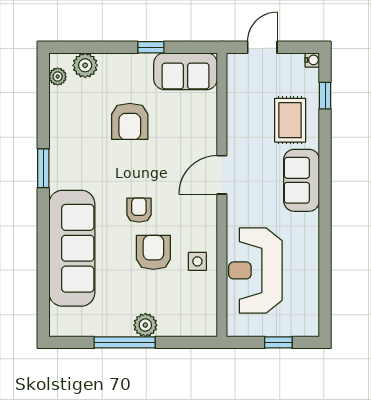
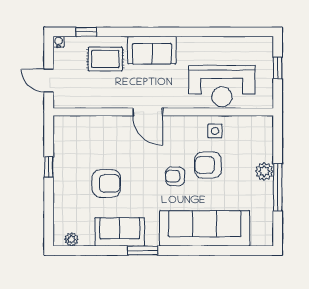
plant: (85, 65) -> (63, 218), removed
sofa: (186, 71) -> (120, 232), moved, turned -90

